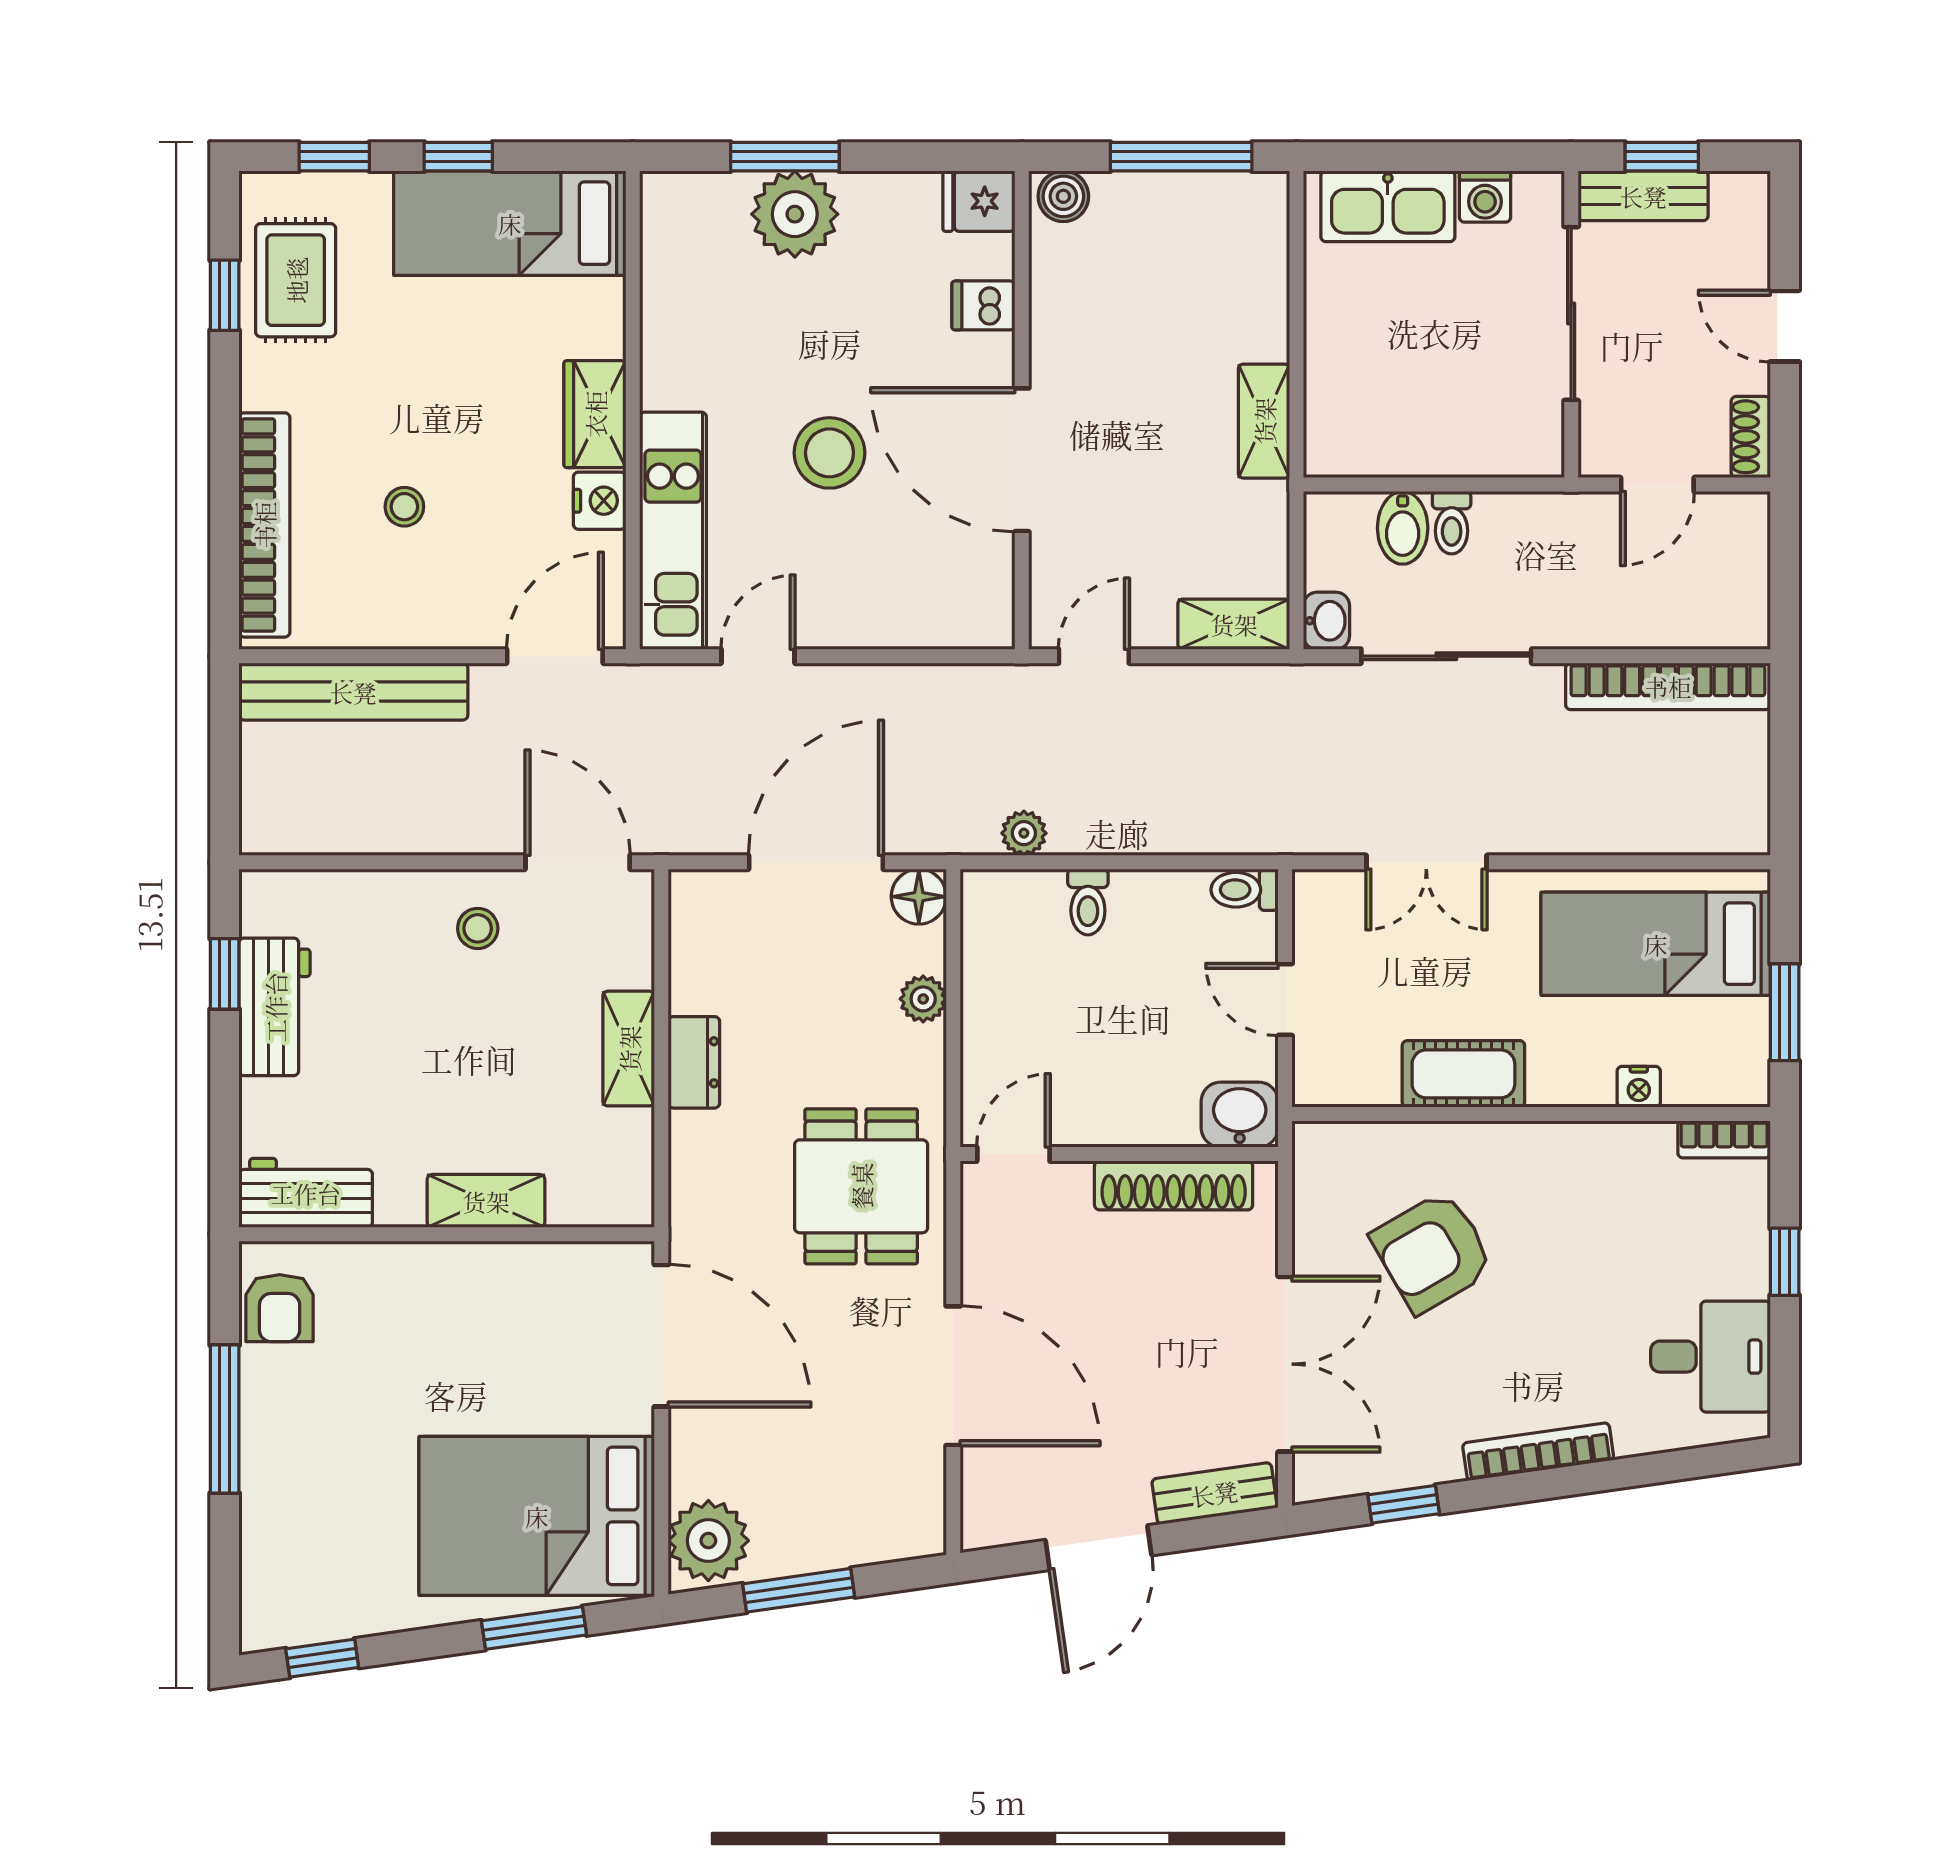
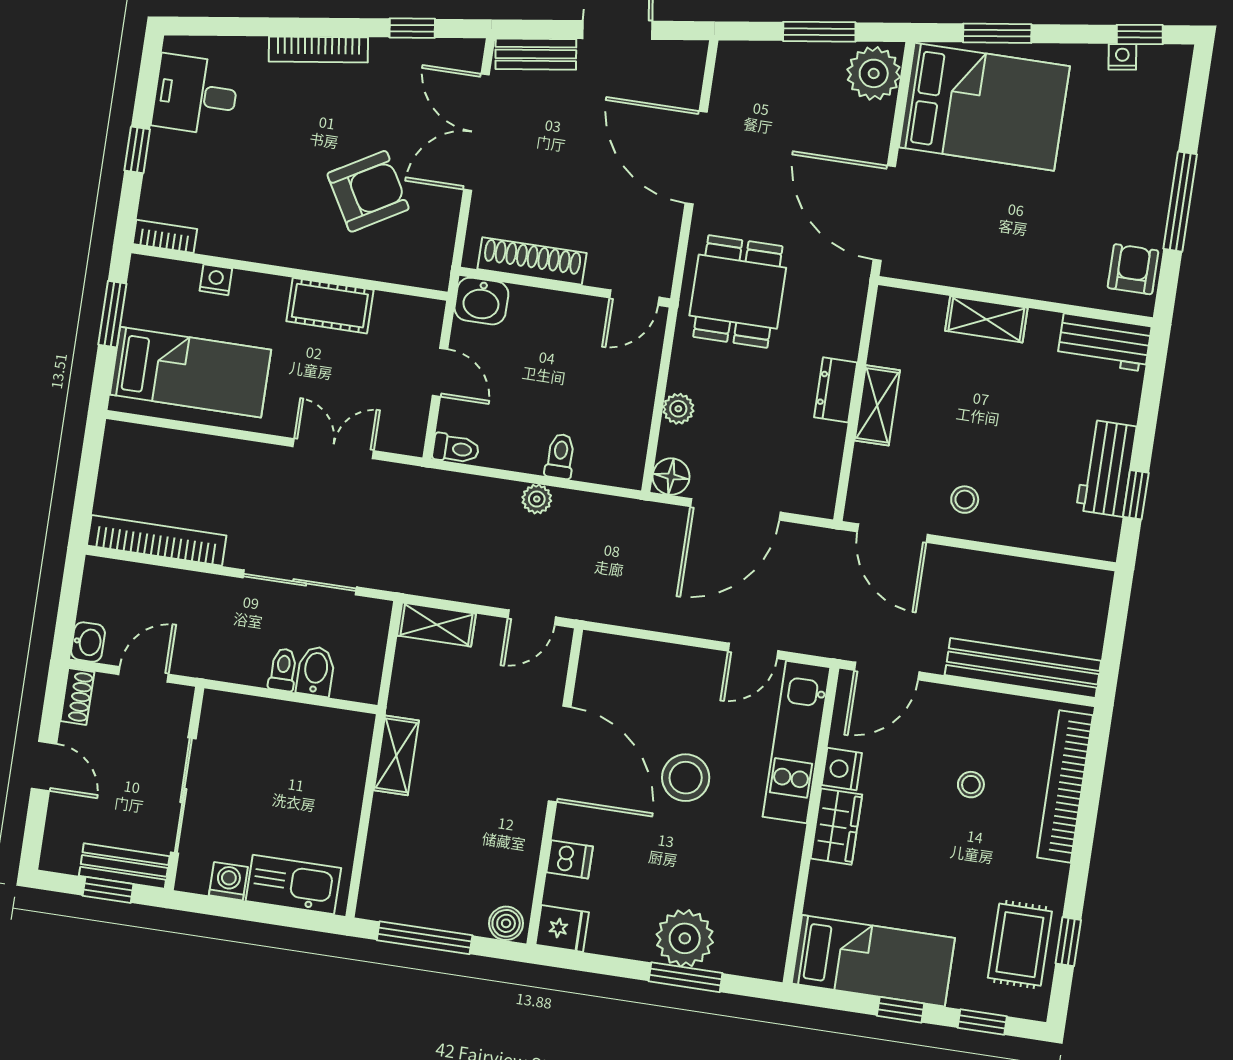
washbasin: (1326, 621) -> (88, 642), moved, turned 180
plant: (1024, 833) -> (537, 499), moved
nightstand: (343, 1621) -> (1122, 57), added

